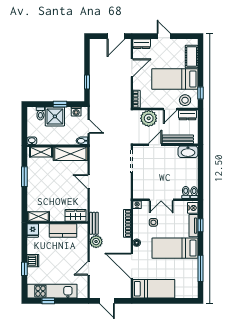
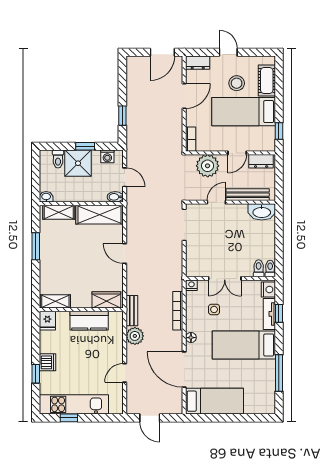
stool: (185, 100) -> (237, 83), moved

